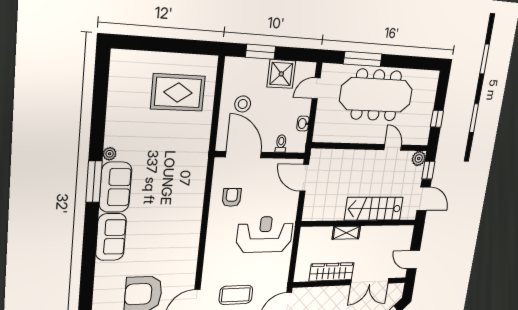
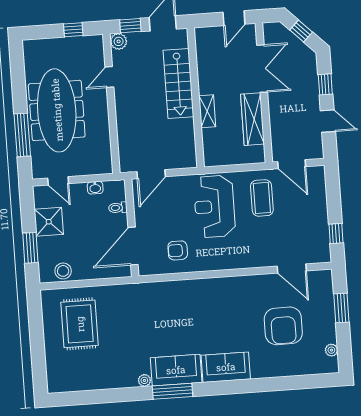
stool: (243, 104) -> (63, 271), moved
coffee table: (236, 295) -> (262, 198), moved

